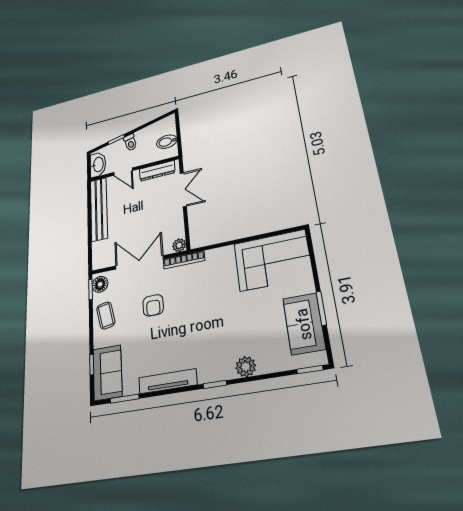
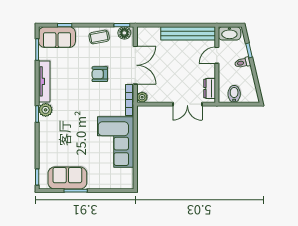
dresser: (157, 171) -> (210, 89), width x0.70
corner sofa: (273, 260) -> (116, 142), moved
plant: (246, 367) -> (46, 110), moved

